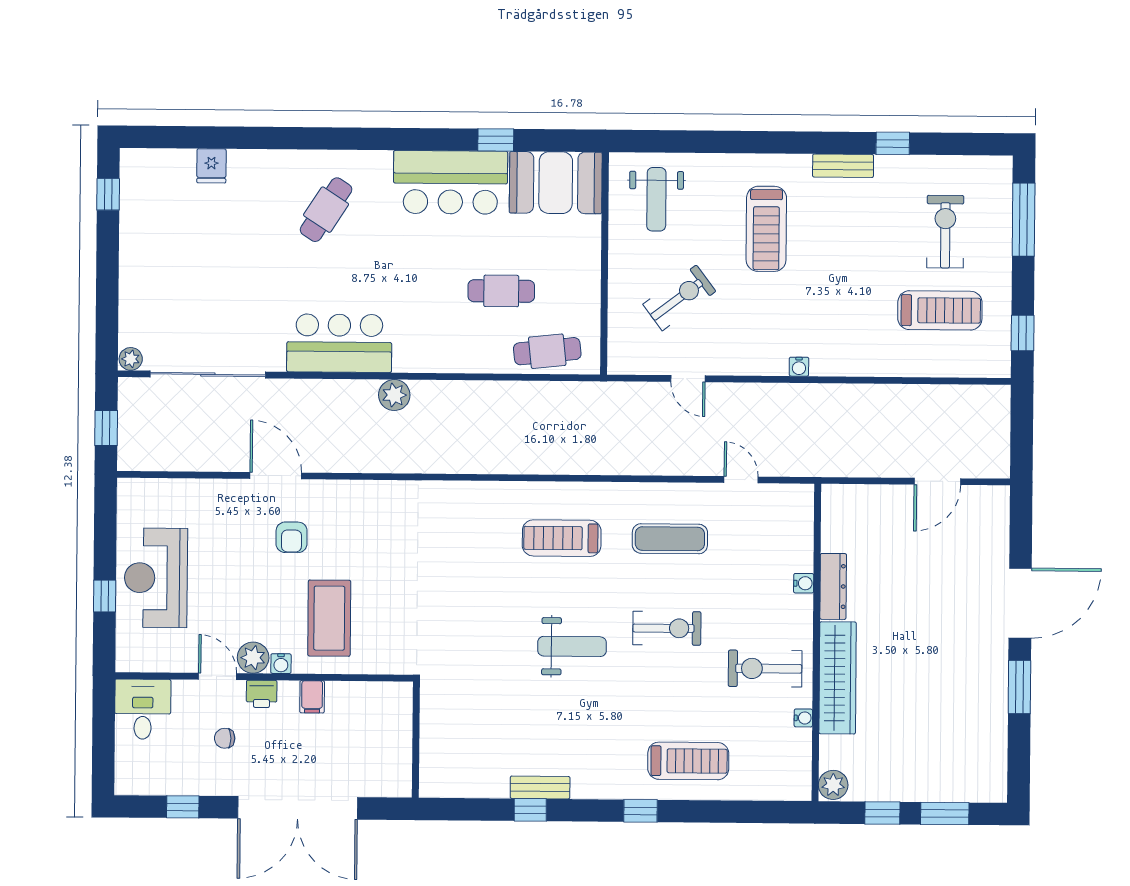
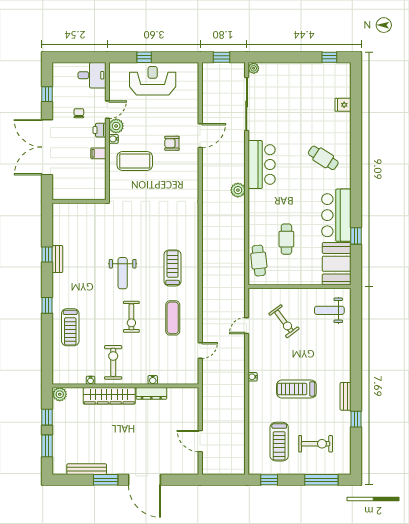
treadmill: (766, 229) -> (296, 389), moved
bench: (996, 728) -> (87, 469), added

